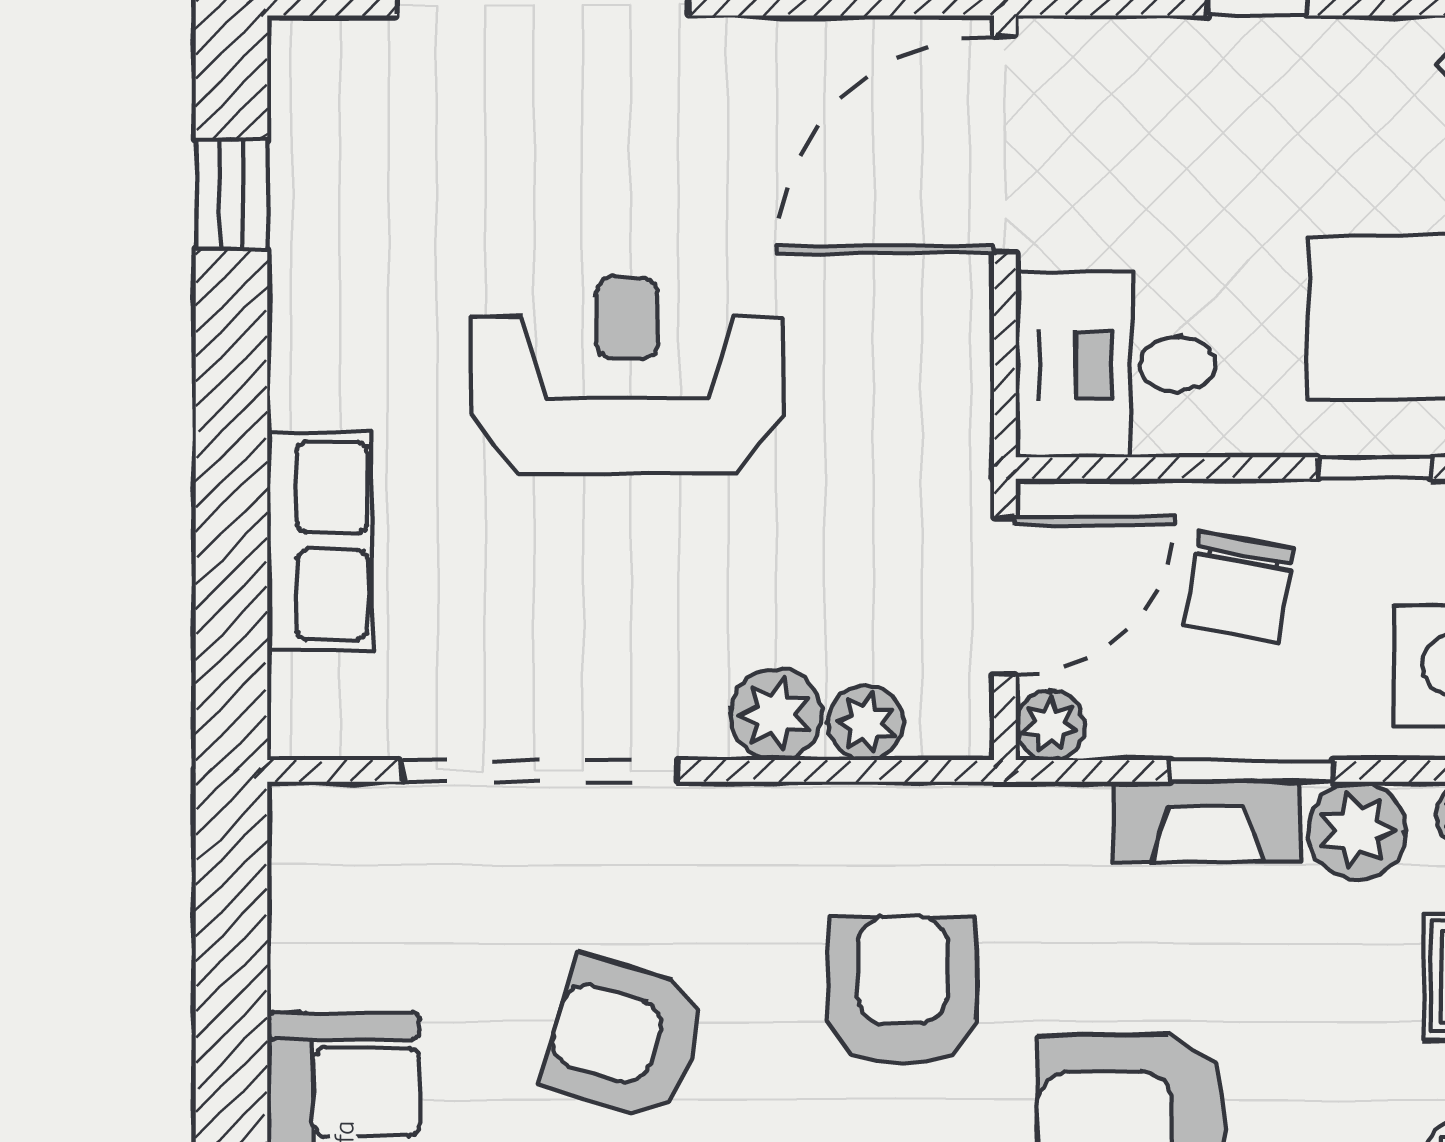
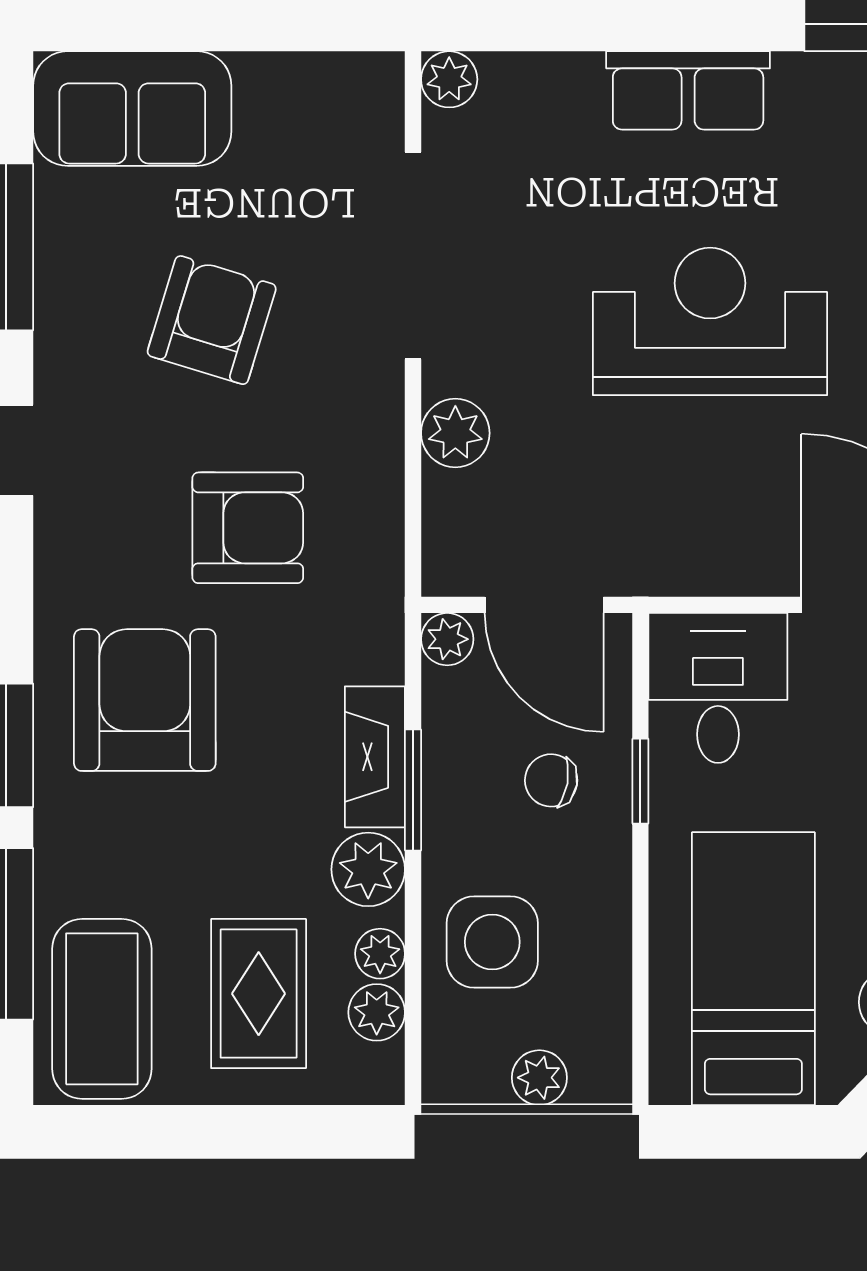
reception desk: (627, 375) -> (710, 321), turned -90
window: (1375, 468) -> (640, 781), moved
row of seats: (319, 541) -> (688, 90), moved
chair: (1239, 587) -> (551, 780), width x0.73, depth x0.73
plant: (866, 723) -> (449, 79), moved

